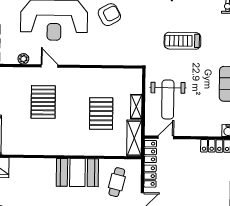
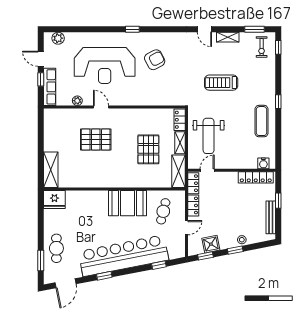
locker: (136, 81) -> (180, 120), added
pallet: (43, 102) -> (96, 140), turned 90

